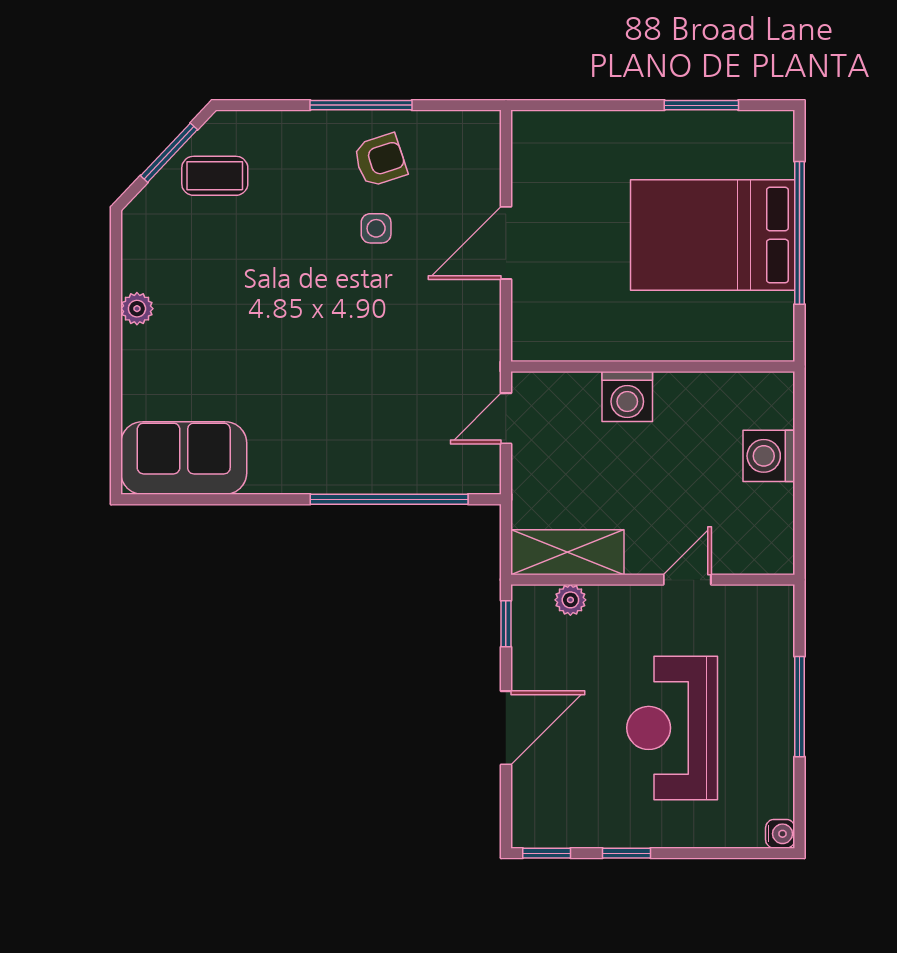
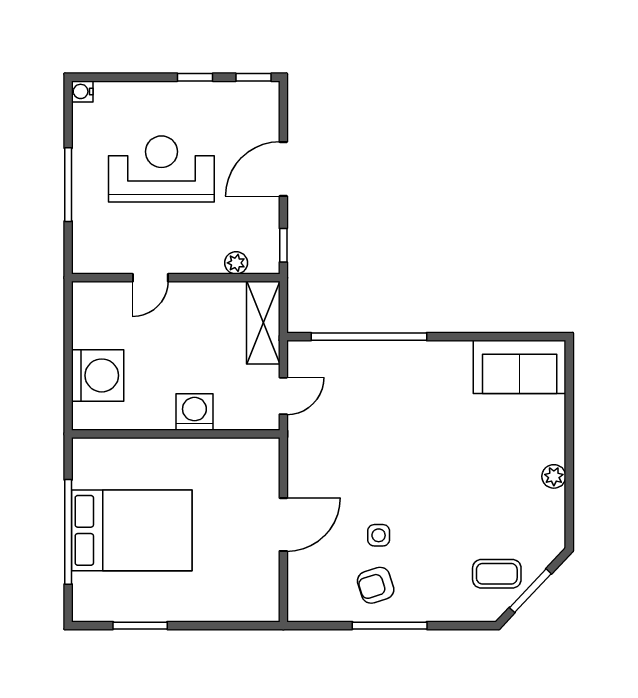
washing machine: (769, 456) -> (98, 375), width x1.37, depth x1.37
shelving: (567, 552) -> (263, 323), moved, turned 90
reception desk: (672, 728) -> (161, 169), turned -90

